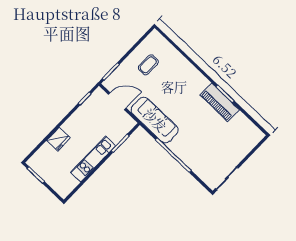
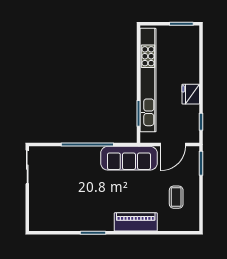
piano: (220, 102) -> (136, 222), moved
fridge: (58, 139) -> (191, 94), moved
kitchen unit: (93, 159) -> (148, 80), width x1.86

